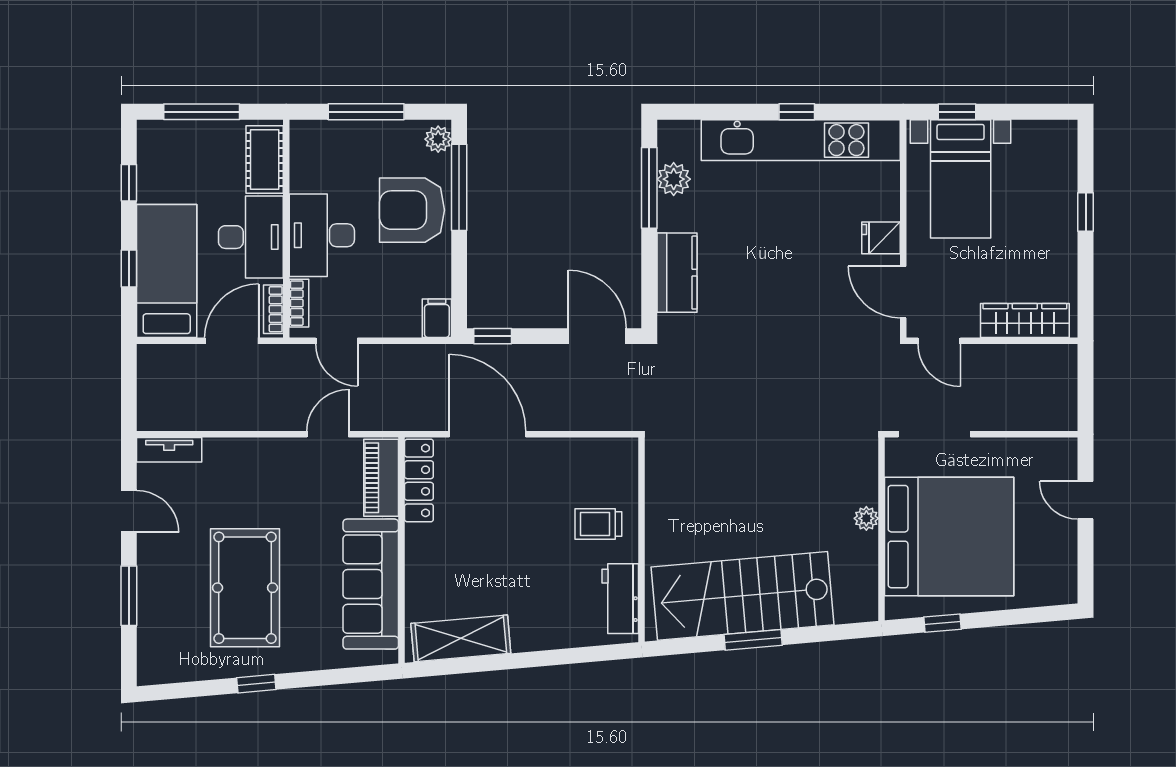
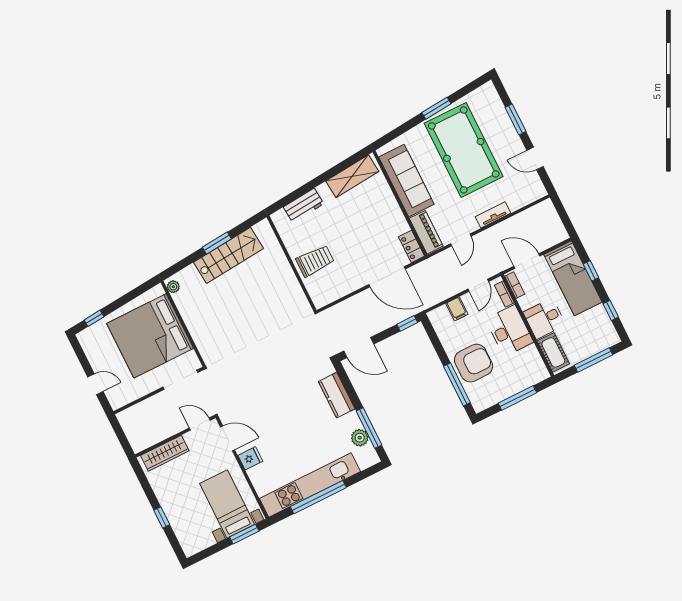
window: (797, 112) -> (318, 497), width x3.17
window: (957, 112) -> (244, 534), width x1.50
plant: (438, 139) -> (478, 402), removed
desk: (251, 237) -> (544, 319), width x0.73
filing cabinet: (437, 318) -> (457, 309), moved
door: (232, 341) -> (527, 261), swing flipped
door: (337, 341) -> (478, 285), swing flipped
tv unit: (169, 450) -> (493, 215), moved
locker: (419, 481) -> (411, 246), width x0.66
plant: (866, 518) -> (173, 287), moved
trolley: (598, 524) -> (315, 261), width x1.36, depth x1.39
pool table: (245, 588) -> (464, 150), width x1.36, depth x1.32
stairs: (743, 596) -> (228, 255), width x0.73, depth x0.66
workbench: (620, 599) -> (304, 205), moved, turned 85
window: (942, 623) -> (94, 318), moved
window: (256, 684) -> (436, 108), width x1.50

